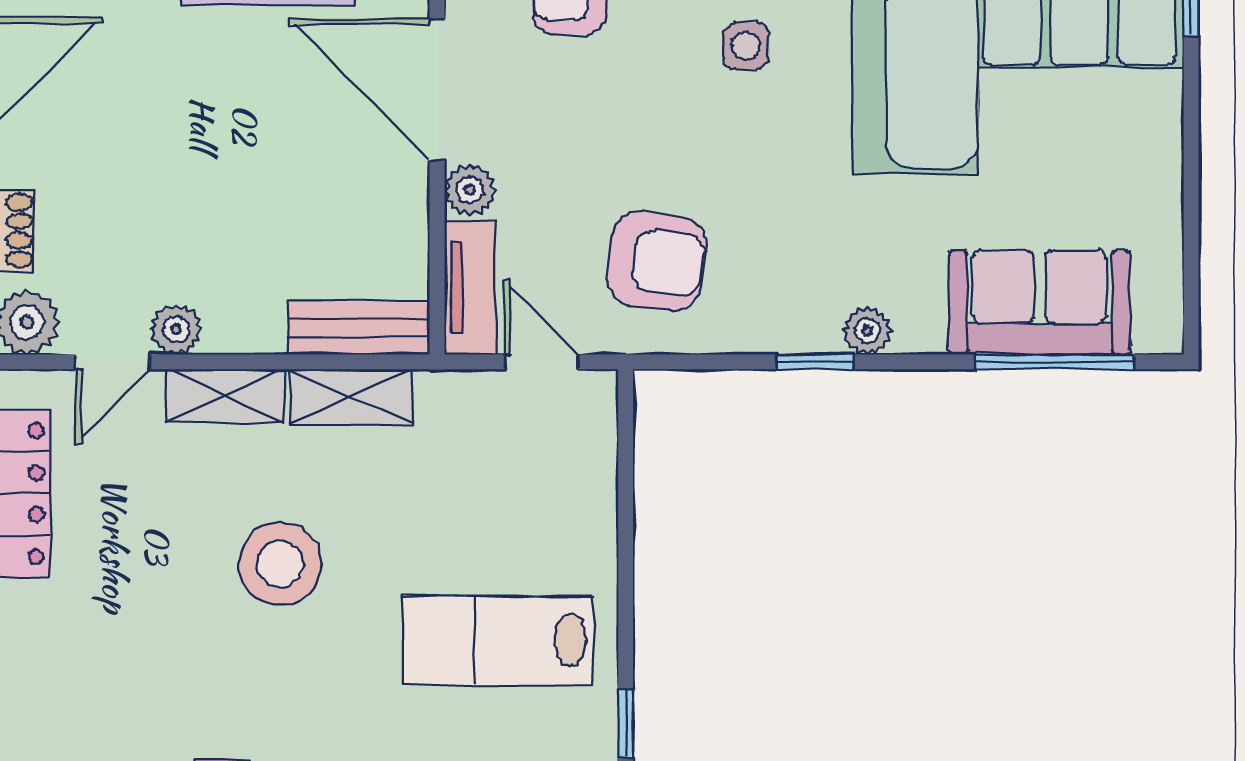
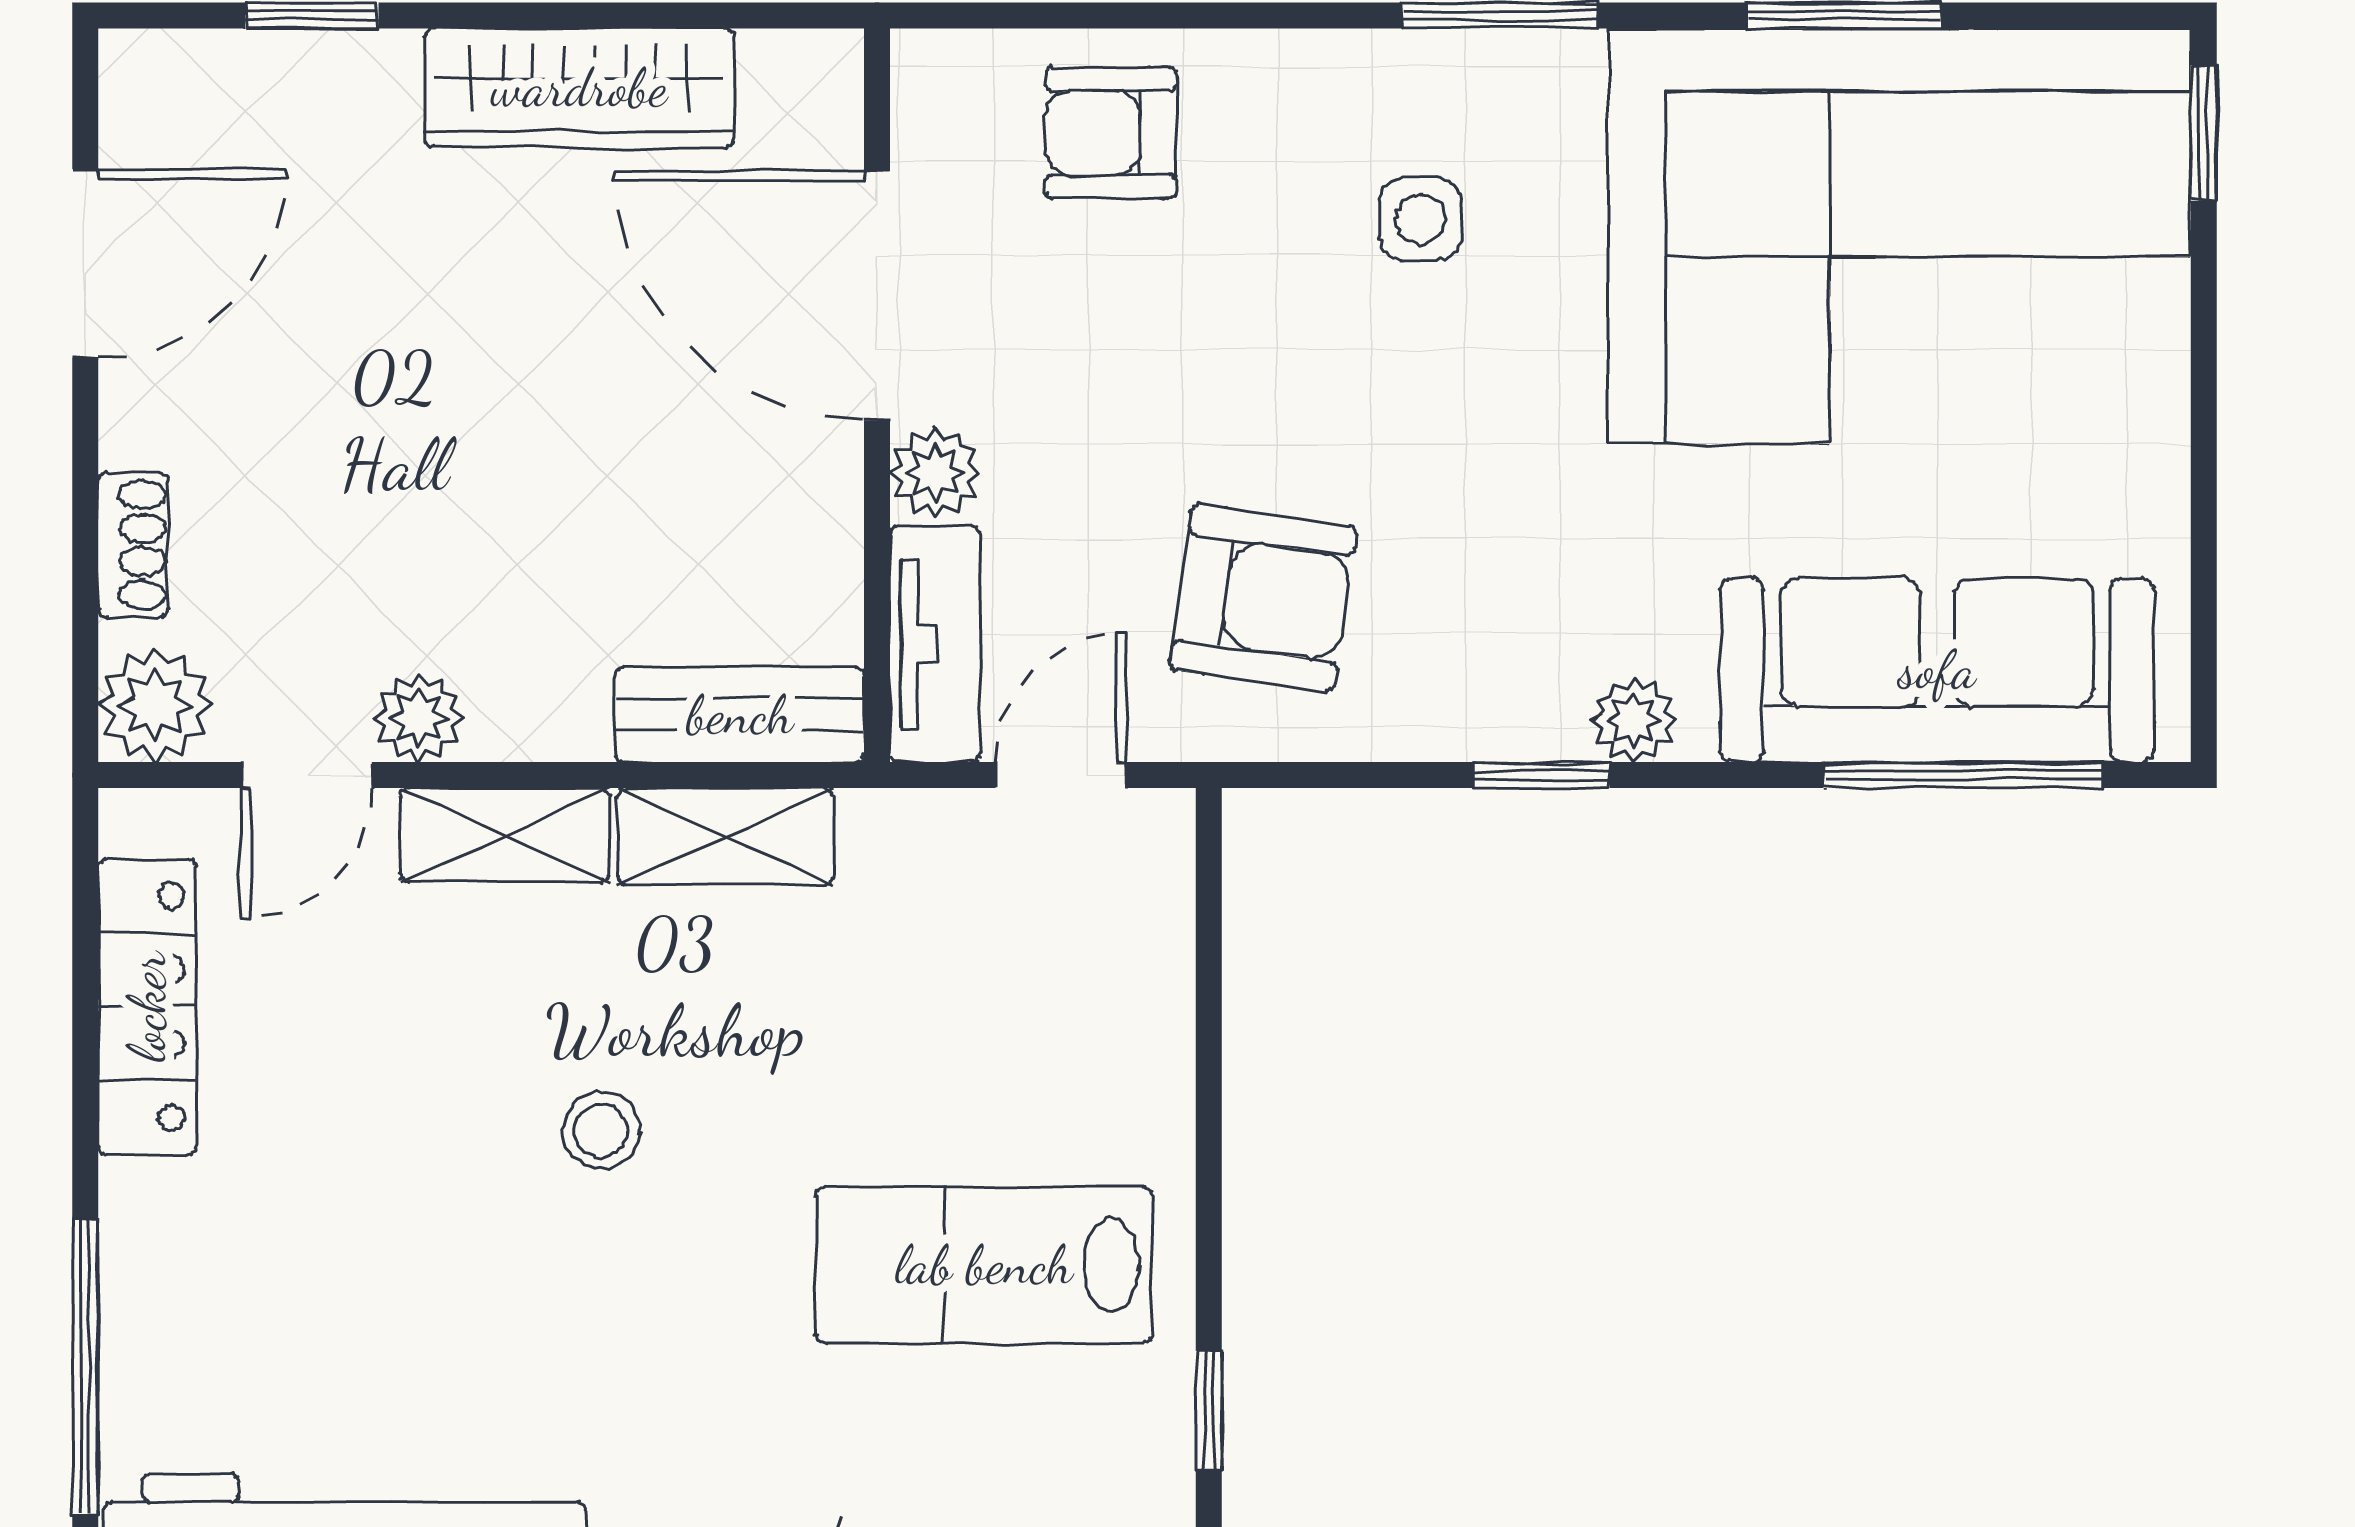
sofa: (1040, 302) -> (1937, 670), width x1.36
door: (541, 362) -> (1061, 775), hinge flipped
stool: (280, 564) -> (601, 1130), width x0.53, depth x0.53

